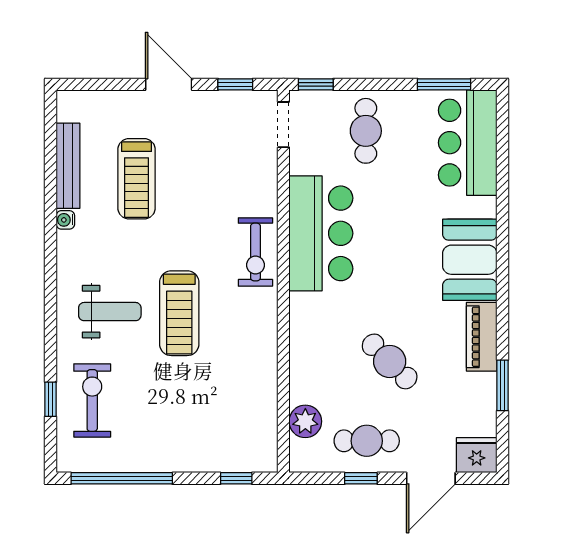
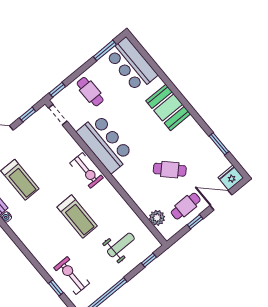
weight bench: (110, 312) -> (121, 245), moved
piano: (482, 337) -> (196, 132), removed
door: (431, 478) -> (221, 200), swing flipped

